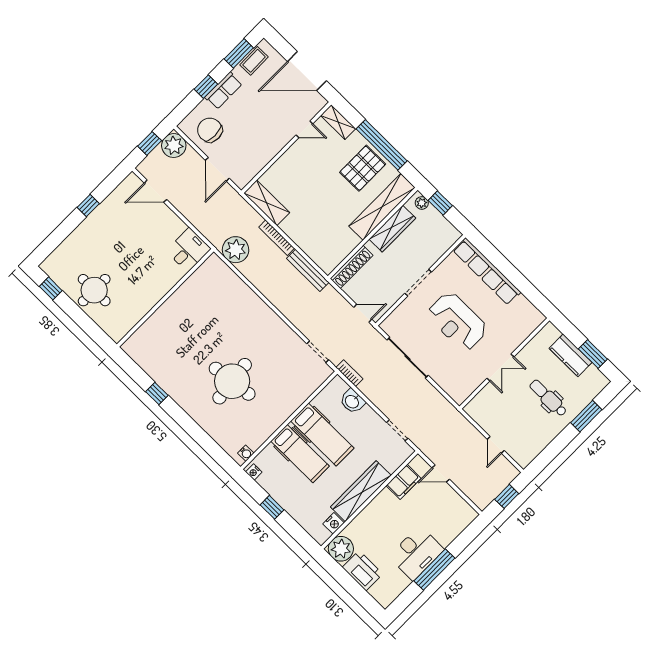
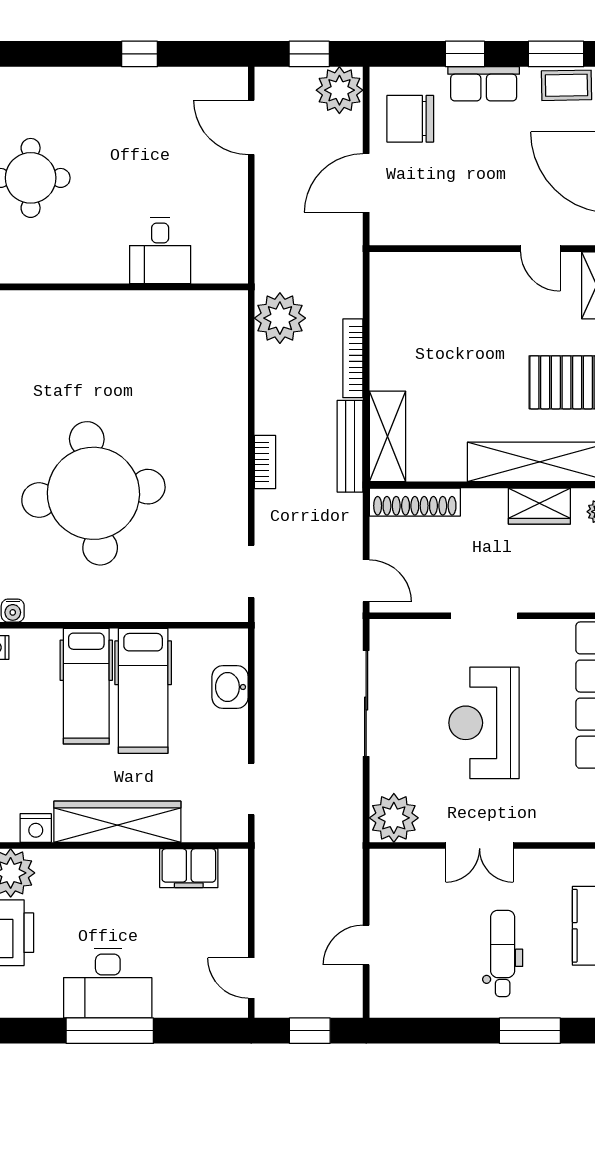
chair: (210, 130) -> (410, 119), turned -90
shelving: (267, 203) -> (387, 436), moved
wardrobe: (392, 229) -> (539, 506), width x0.67
desk: (188, 250) -> (160, 251), moved, turned 90
bookcase: (349, 373) -> (265, 462), moved
round table: (232, 381) -> (93, 493), width x1.36, depth x1.36
plant: (459, 389) -> (394, 818), added
door: (441, 474) -> (251, 978), moved

